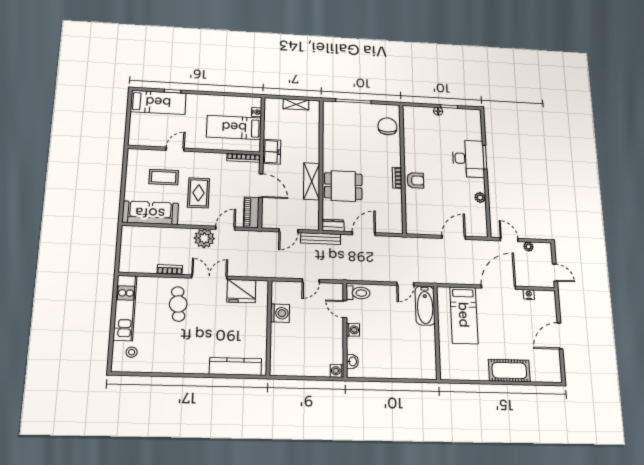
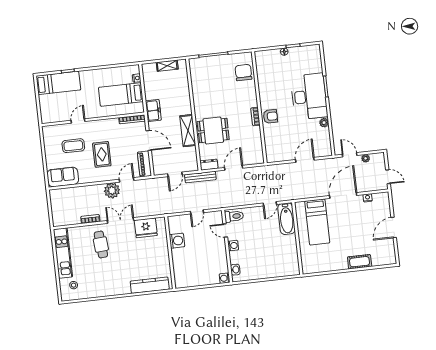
desk: (468, 159) -> (309, 96), width x1.36, depth x1.30
sofa: (150, 213) -> (63, 177), width x0.73
cot: (509, 371) -> (360, 262), width x0.73, depth x0.75

